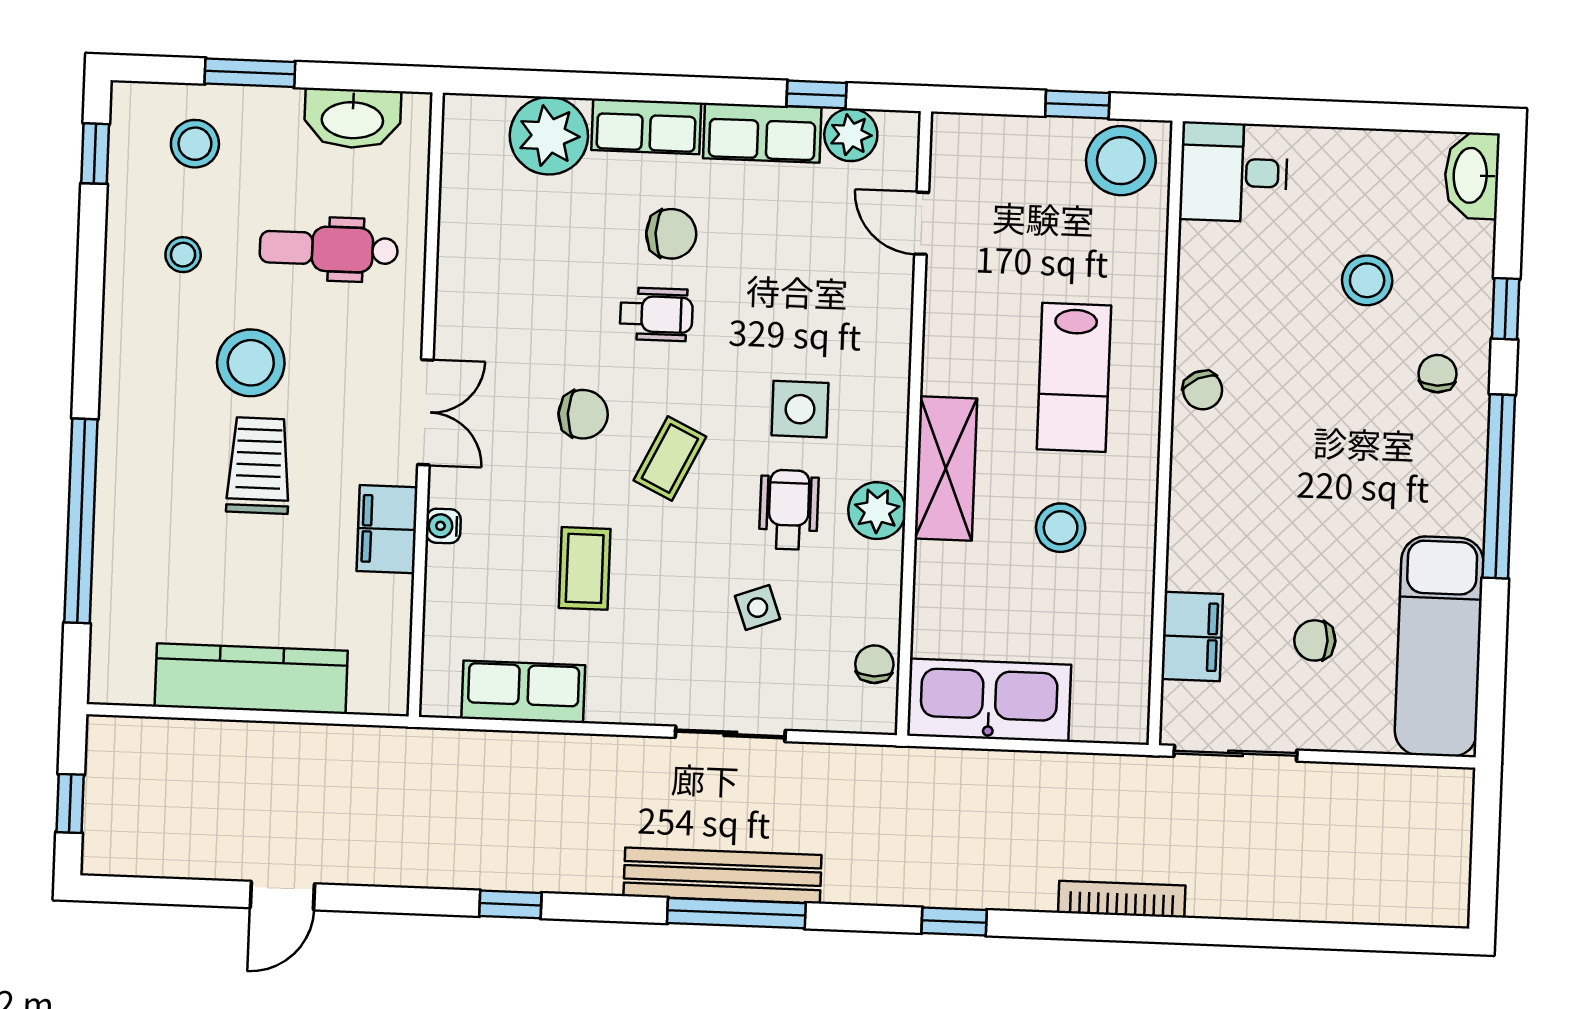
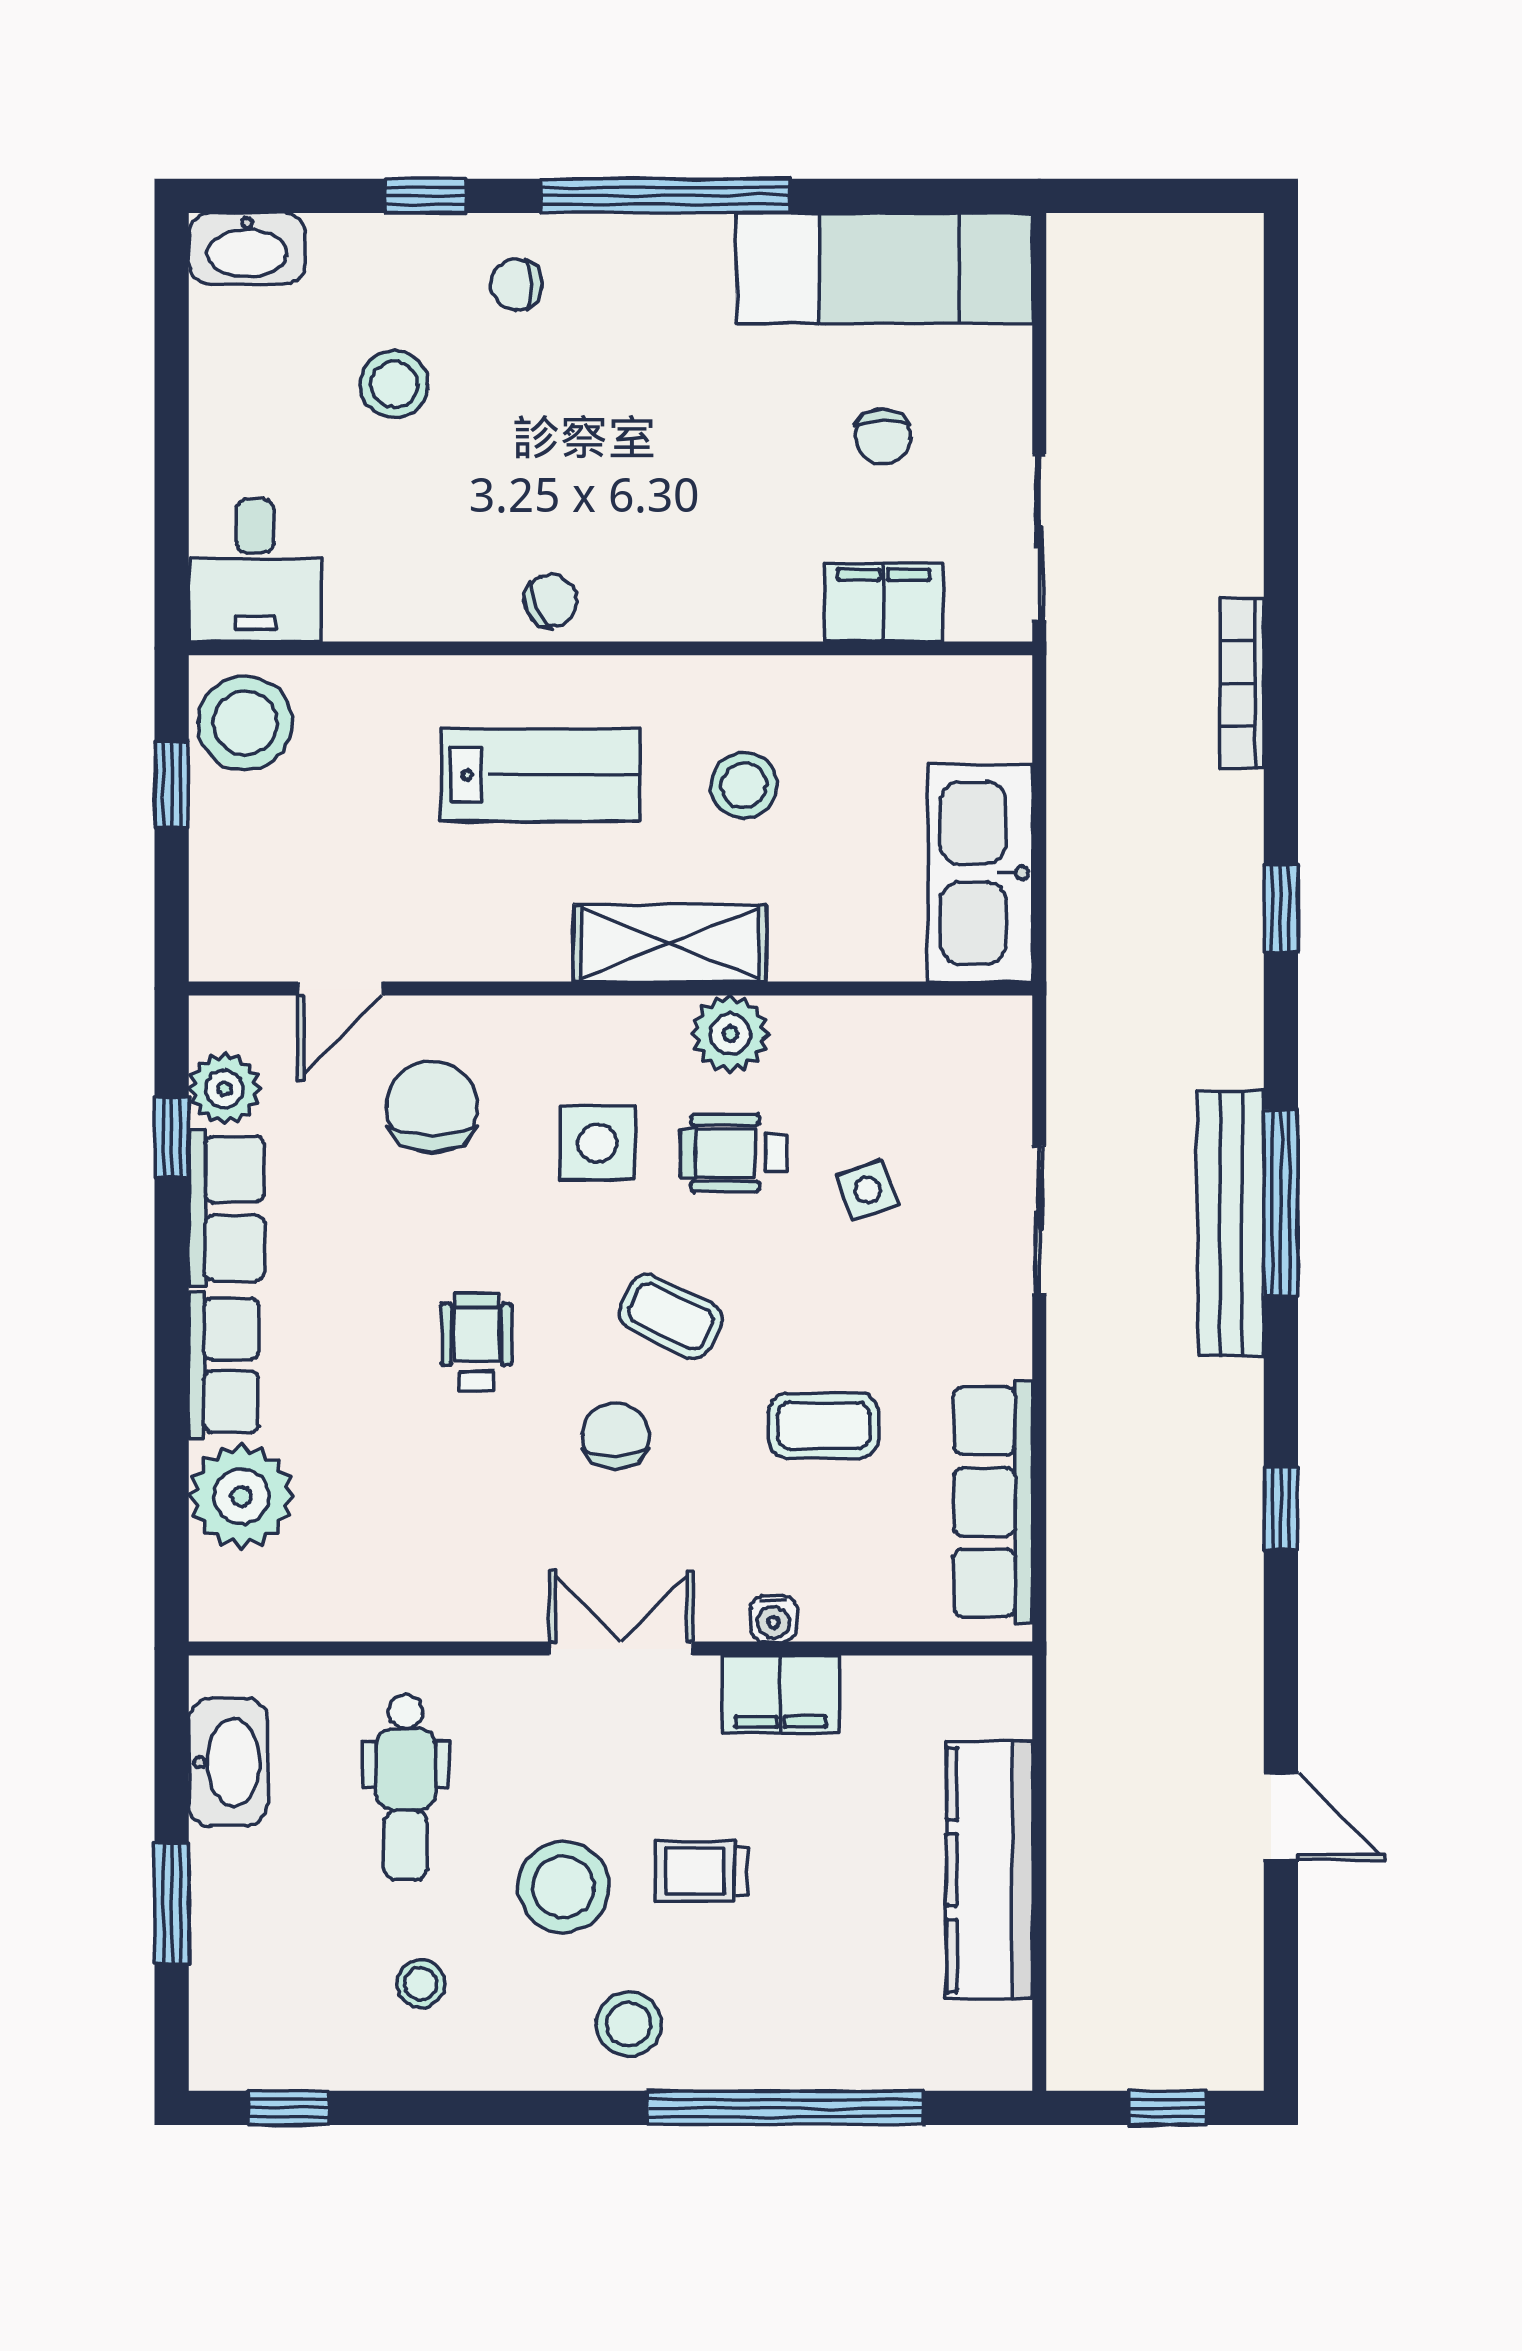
stool: (195, 144) -> (629, 2024), moved
chair: (671, 234) -> (432, 1107), moved, width x1.37, depth x1.37
trolley: (259, 466) -> (701, 1871), width x0.73, depth x0.72
chair: (874, 664) -> (938, 1030), removed
row of seats: (523, 692) -> (993, 1502), width x1.48

